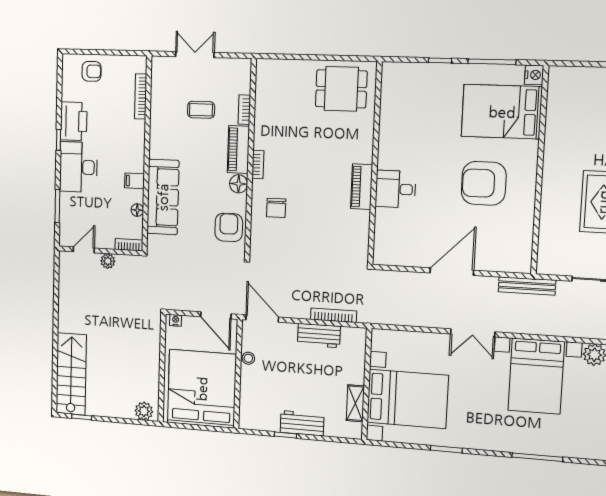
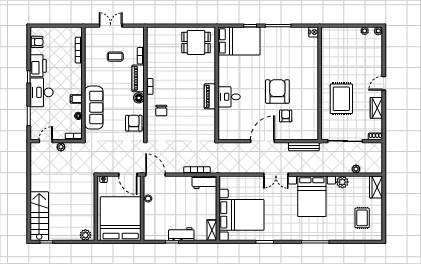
armchair: (92, 71) -> (37, 42), moved
nightstand: (534, 75) -> (314, 32), moved
bed: (502, 112) -> (239, 41), moved, turned 180
wall: (540, 171) -> (320, 83), moved
armchair: (484, 183) -> (277, 91), turned 90
armchair: (496, 228) -> (286, 116), added
workbench: (319, 336) -> (204, 182), moved
shelving: (355, 403) -> (212, 230), moved

